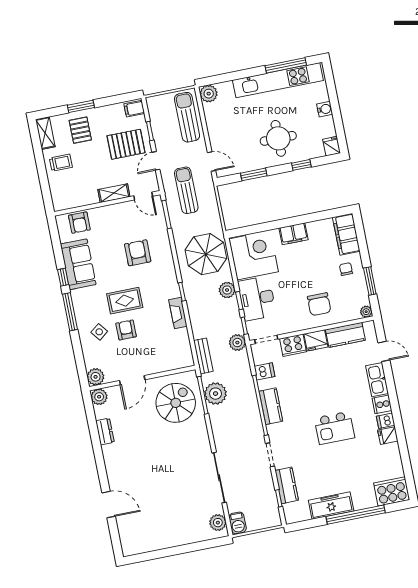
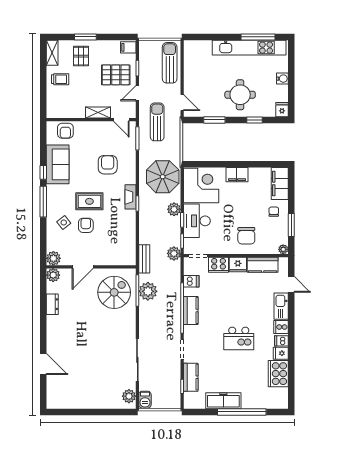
plant: (209, 94) -> (191, 47), removed
fireplace: (178, 313) -> (131, 197), moved
cooker: (392, 491) -> (278, 374), moved, turned -90

